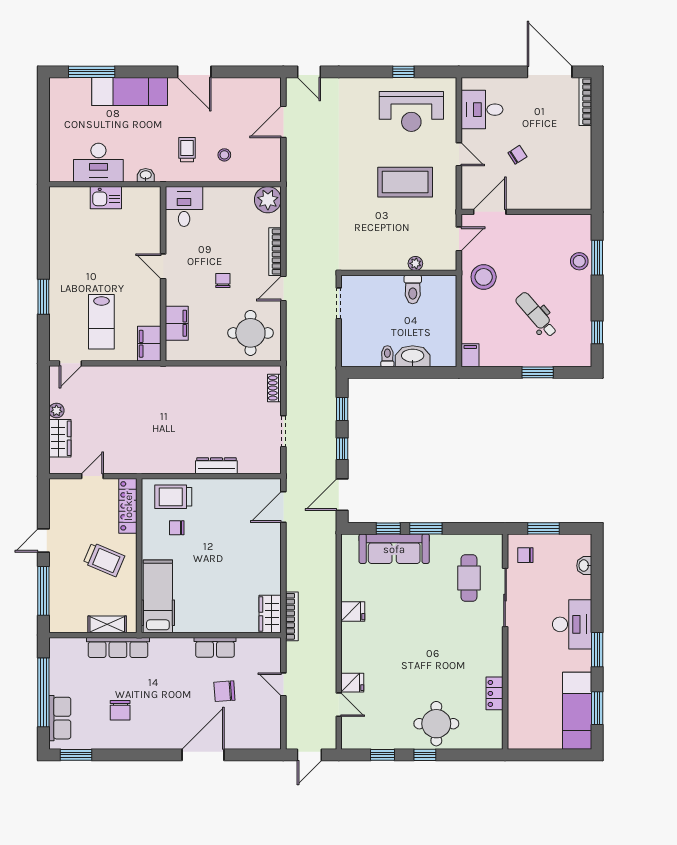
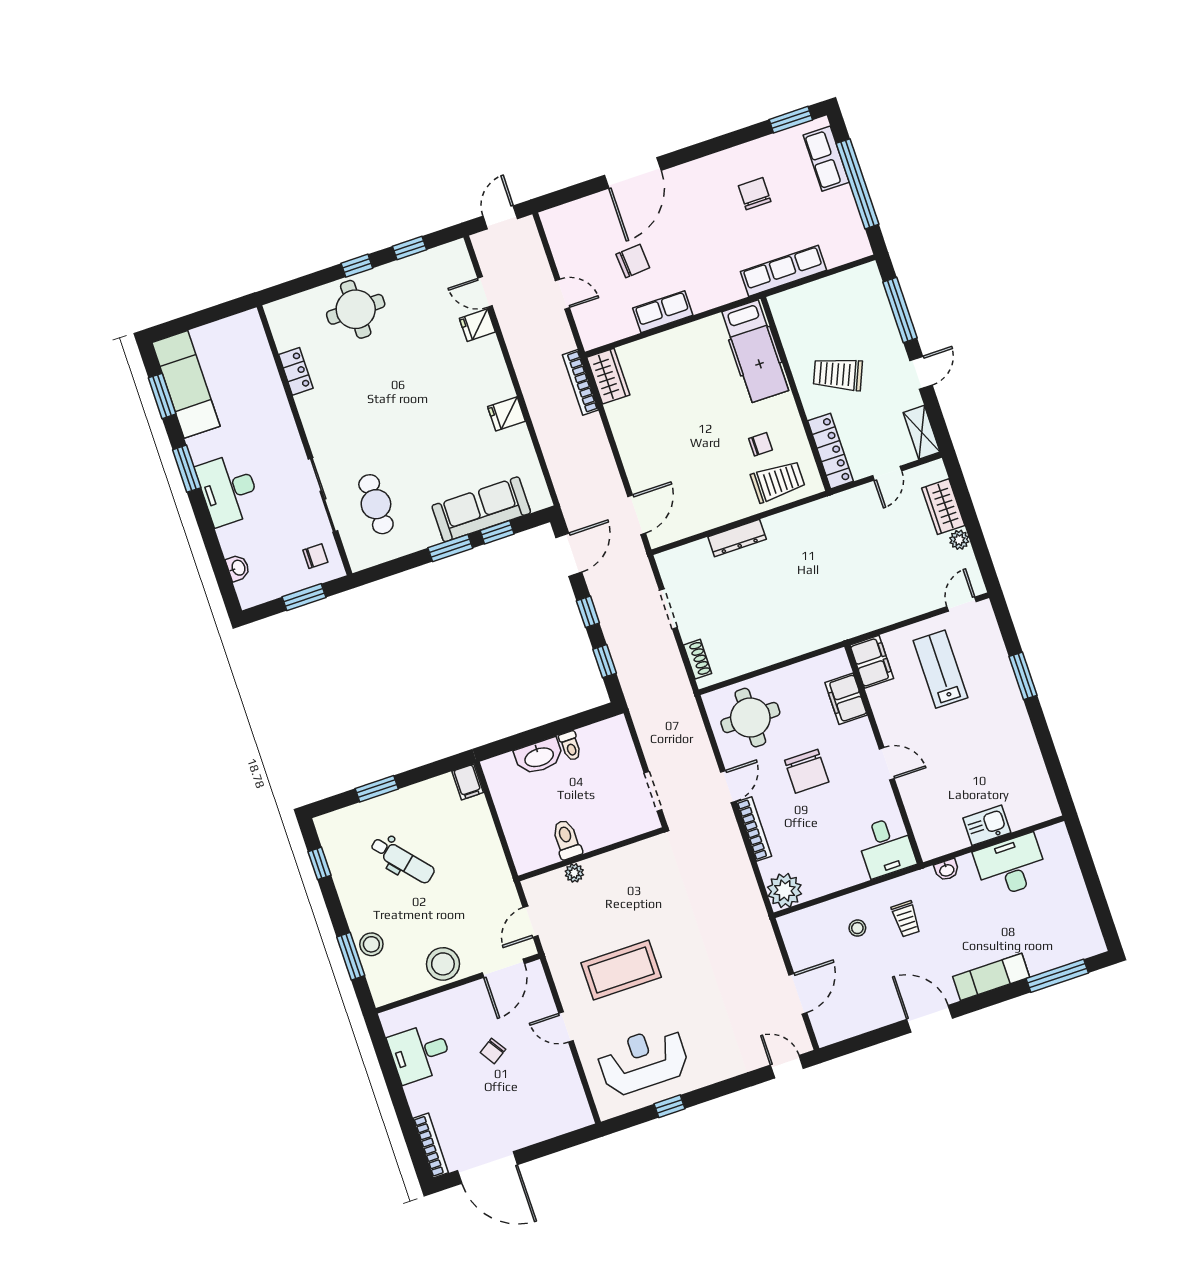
exam couch: (130, 92) -> (991, 977), width x0.73, depth x0.69
desk: (482, 110) -> (420, 1053), moved, turned 180
stool: (484, 277) -> (443, 964), moved
chair: (223, 280) -> (807, 771), width x1.87, depth x1.87
shelving: (107, 624) -> (922, 432), moved, turned 90

